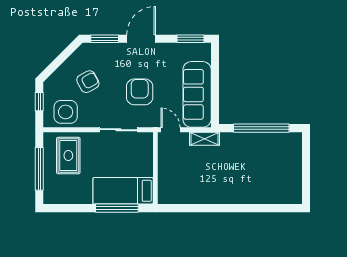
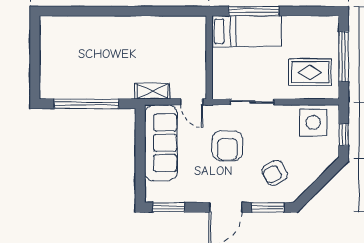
armchair: (88, 82) -> (275, 173), moved
rug: (68, 156) -> (310, 72), turned 90

